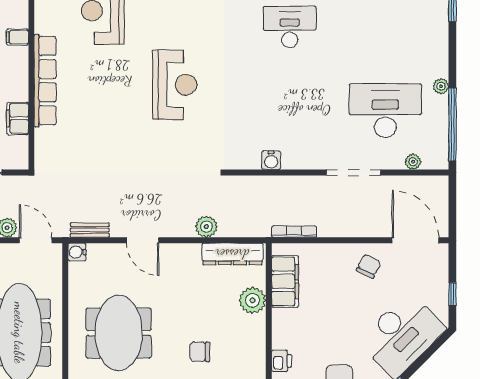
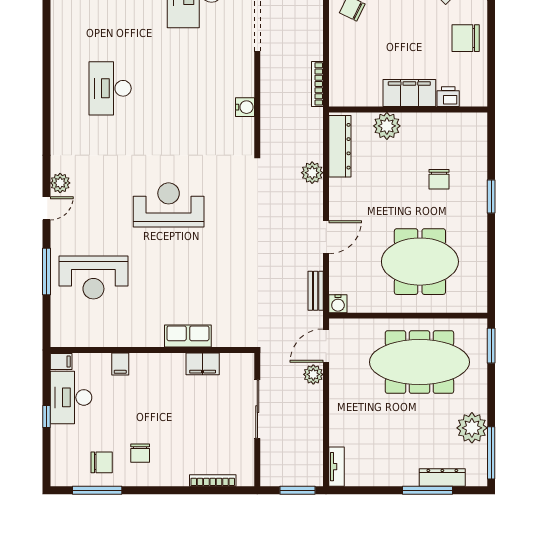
row of seats: (45, 81) -> (188, 336), width x0.50
filing cabinet: (285, 281) -> (409, 93), moved

